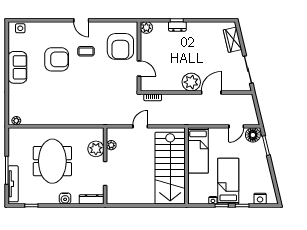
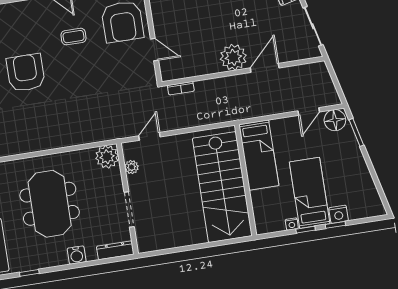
armchair: (57, 59) -> (26, 73), moved, turned -90
door: (140, 126) -> (149, 136), moved
plant: (96, 149) -> (107, 157), moved
nightstand: (260, 199) -> (339, 214), moved

